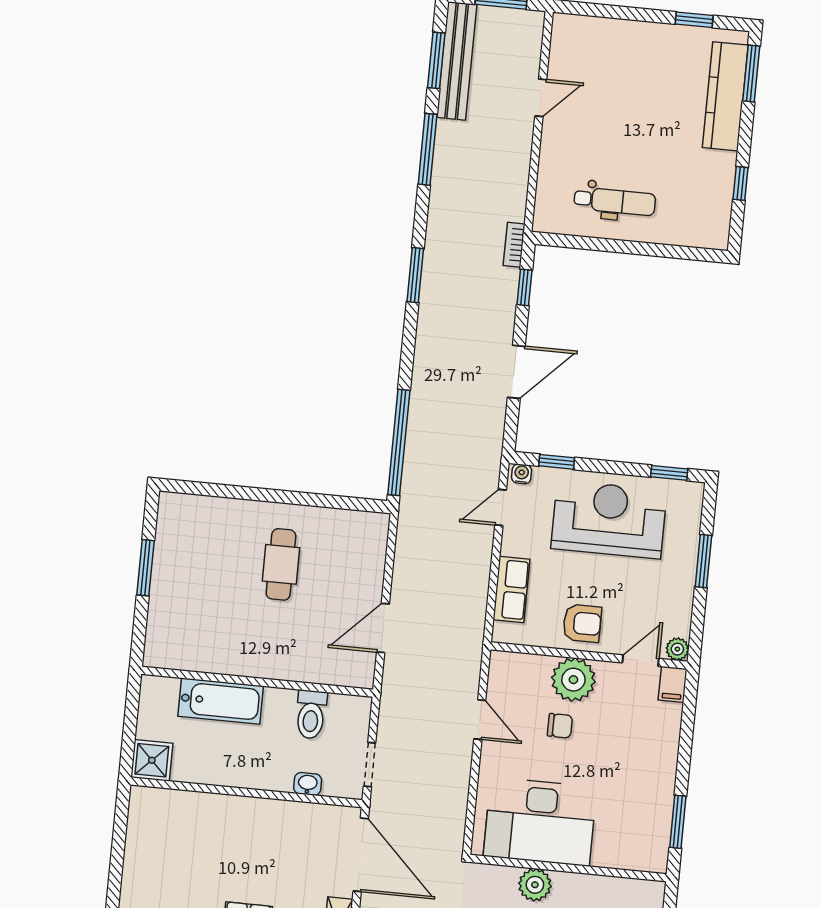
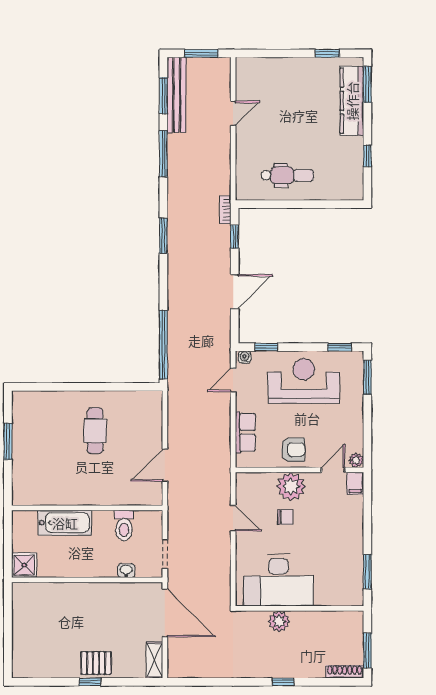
window: (703, 561) -> (367, 377), moved

